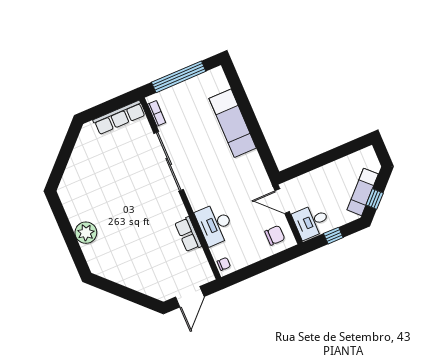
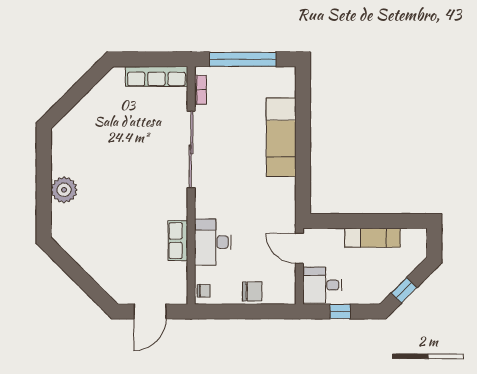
exam couch: (363, 192) -> (373, 238), moved, turned -135
chair: (275, 235) -> (252, 291), moved

